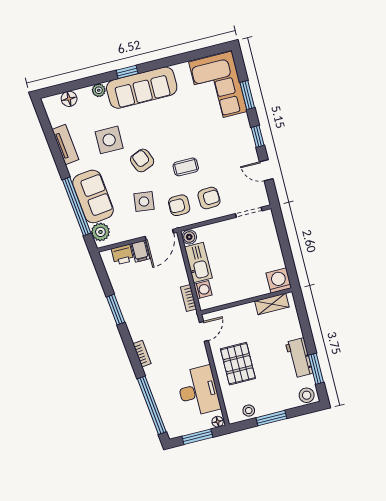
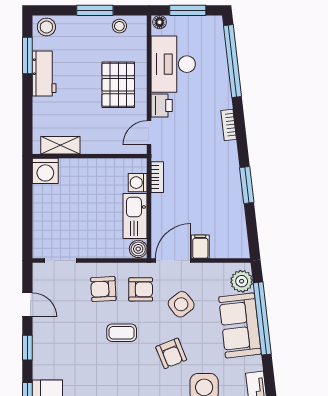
side table: (144, 201) -> (181, 304), turned 45
printer: (122, 255) -> (162, 105), moved, turned 90

